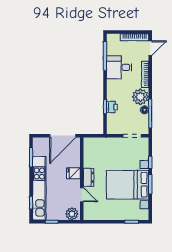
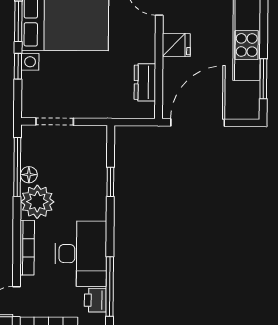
desk: (119, 67) -> (81, 254), width x1.37
printer: (112, 107) -> (95, 300), moved
dresser: (89, 177) -> (145, 82), moved

